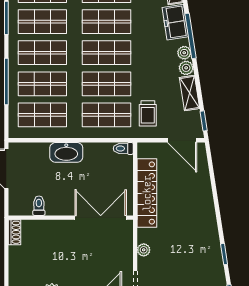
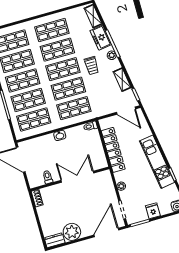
plant: (186, 68) -> (116, 64), removed
trolley: (148, 113) -> (92, 66), moved
washbasin: (66, 152) -> (60, 135), width x0.52, depth x0.69
double door: (101, 218) -> (77, 177), moved
kitchen unit: (207, 229) -> (157, 162), added

